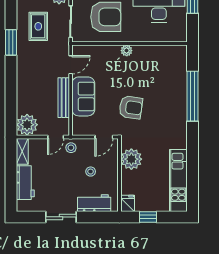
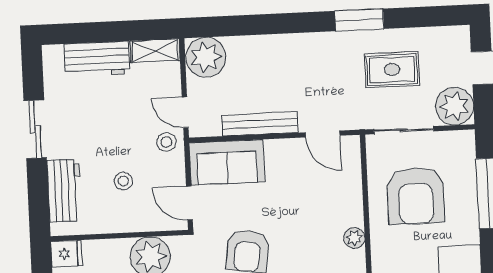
sofa: (83, 96) -> (227, 162), moved

